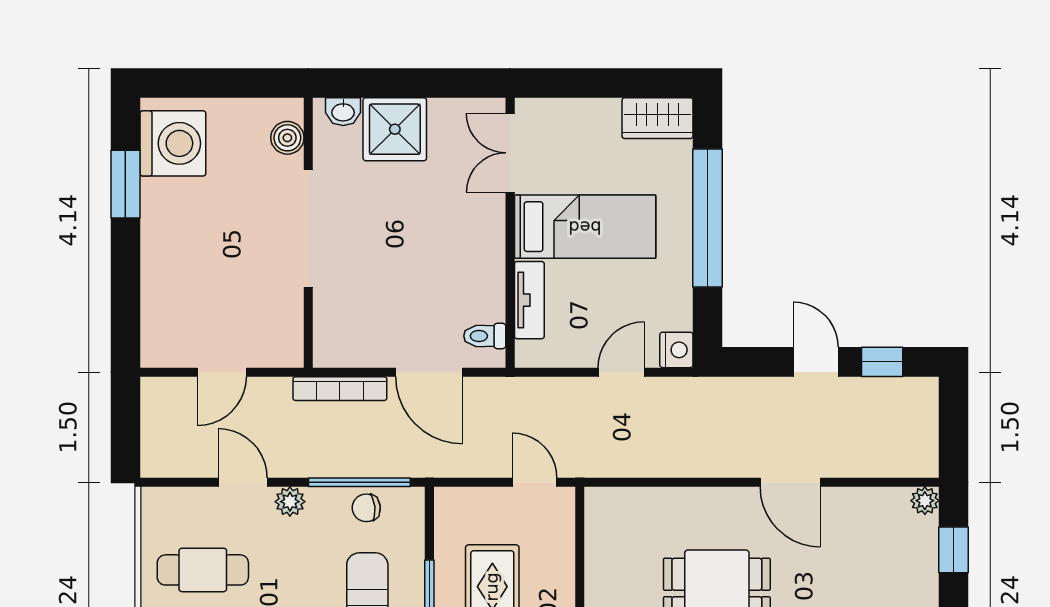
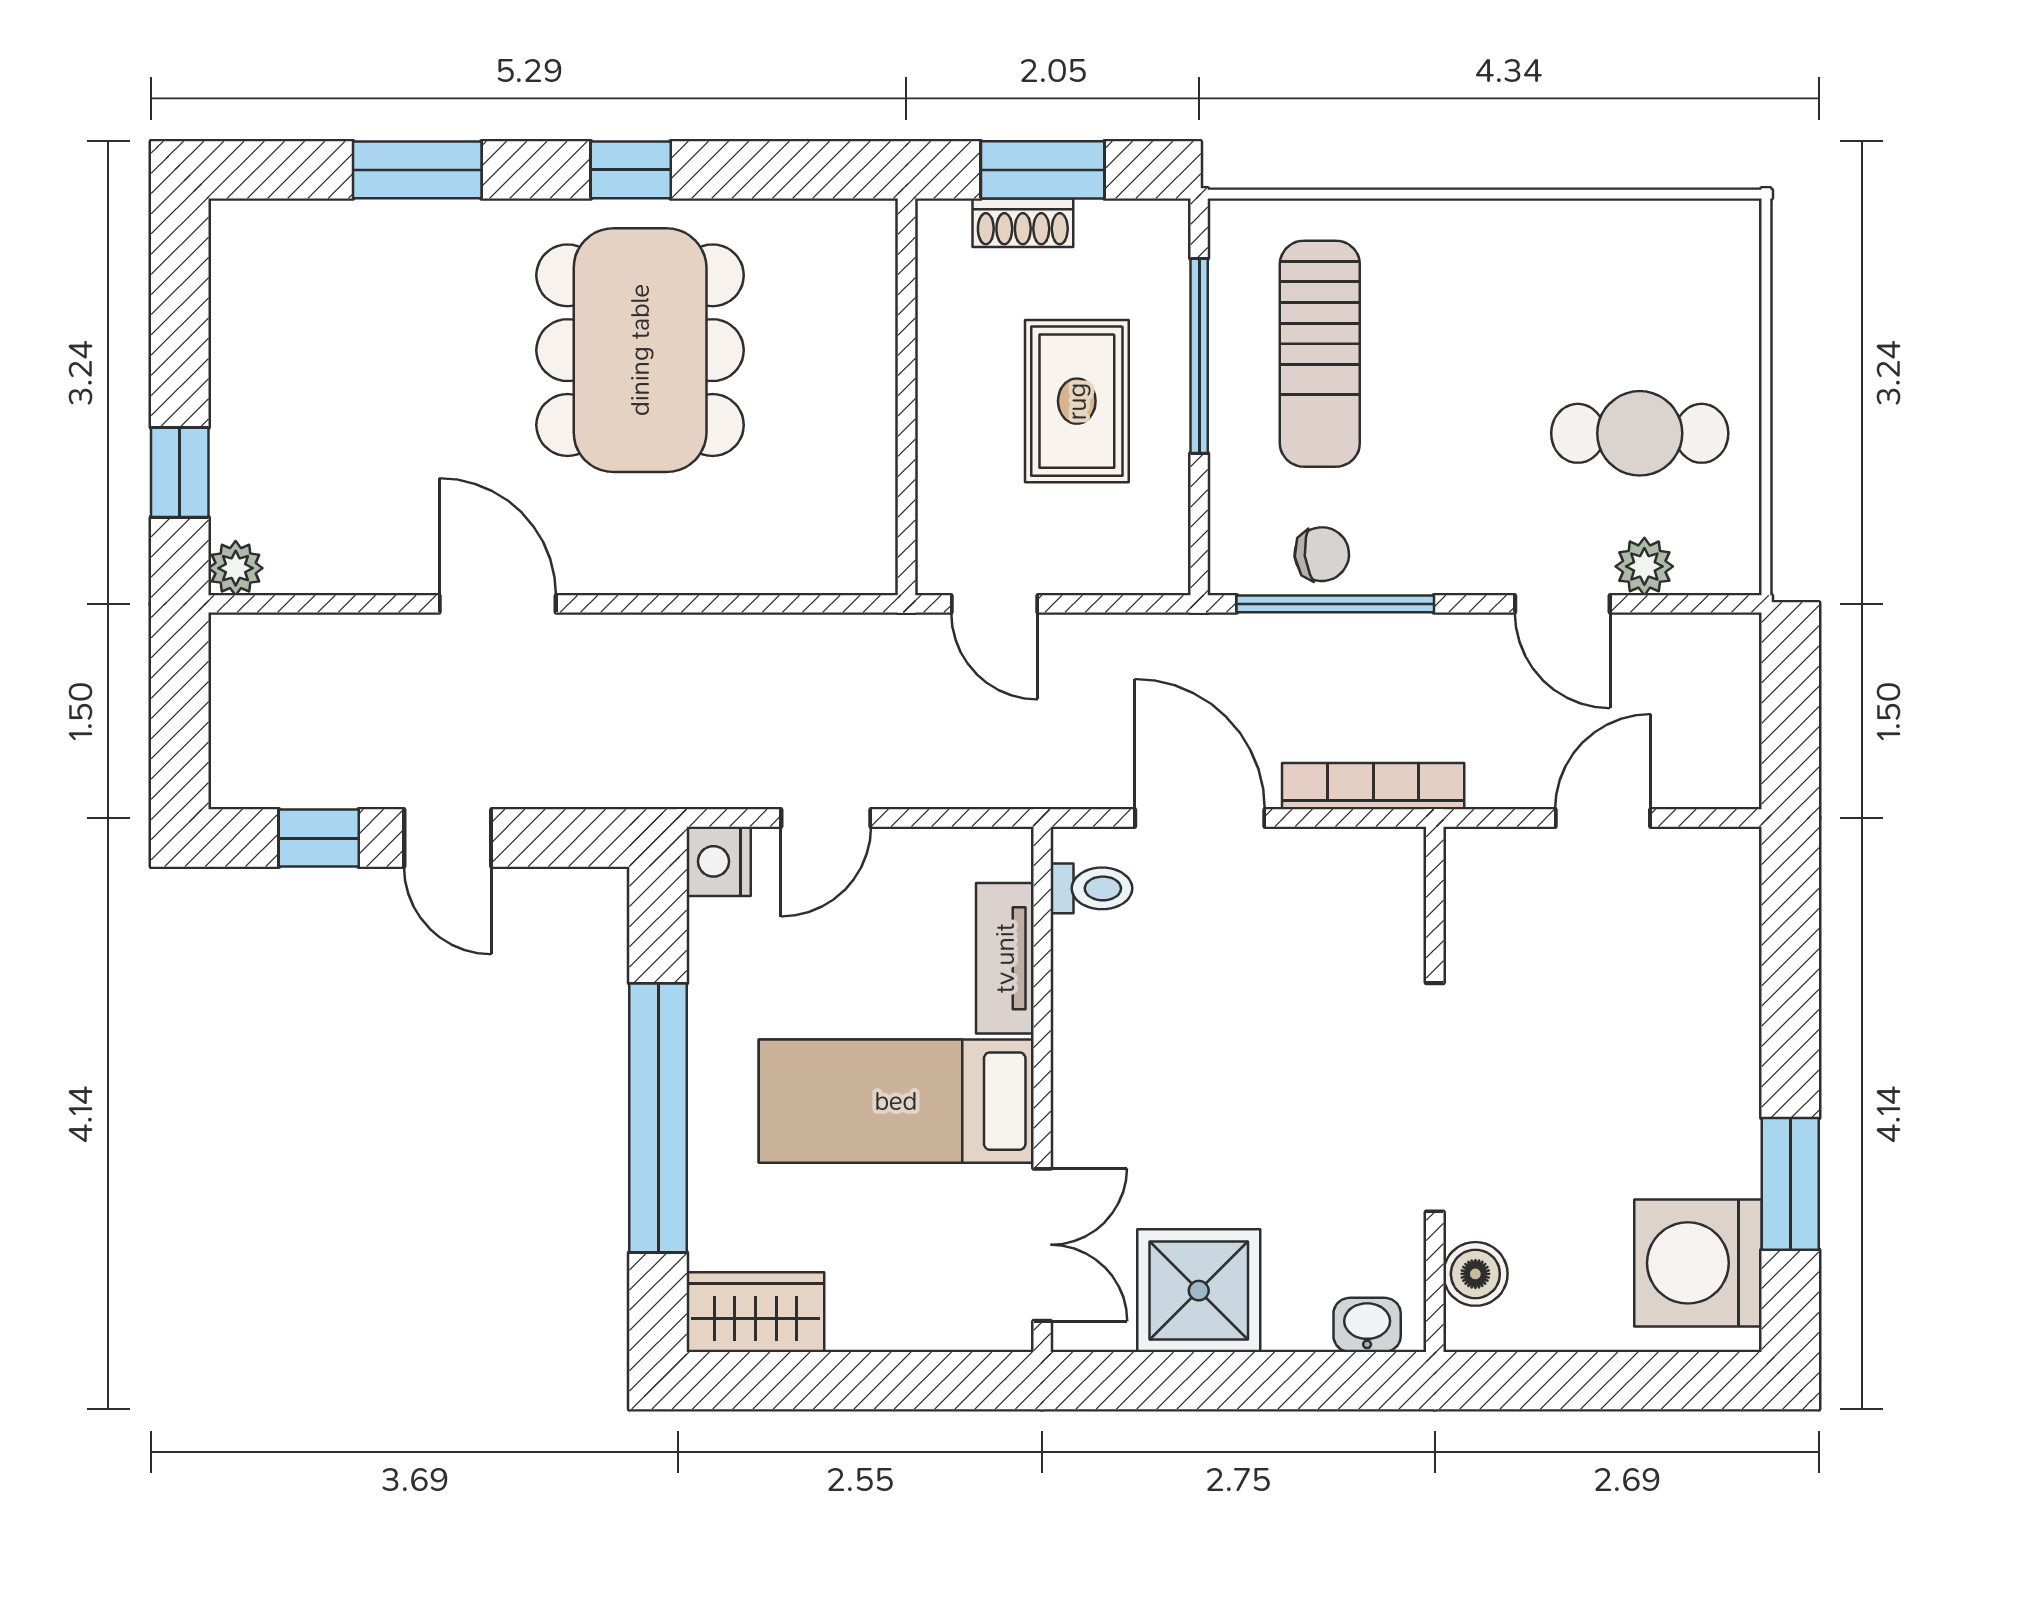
shower: (395, 129) -> (1199, 1291), moved
plant: (290, 502) -> (1644, 566), moved

